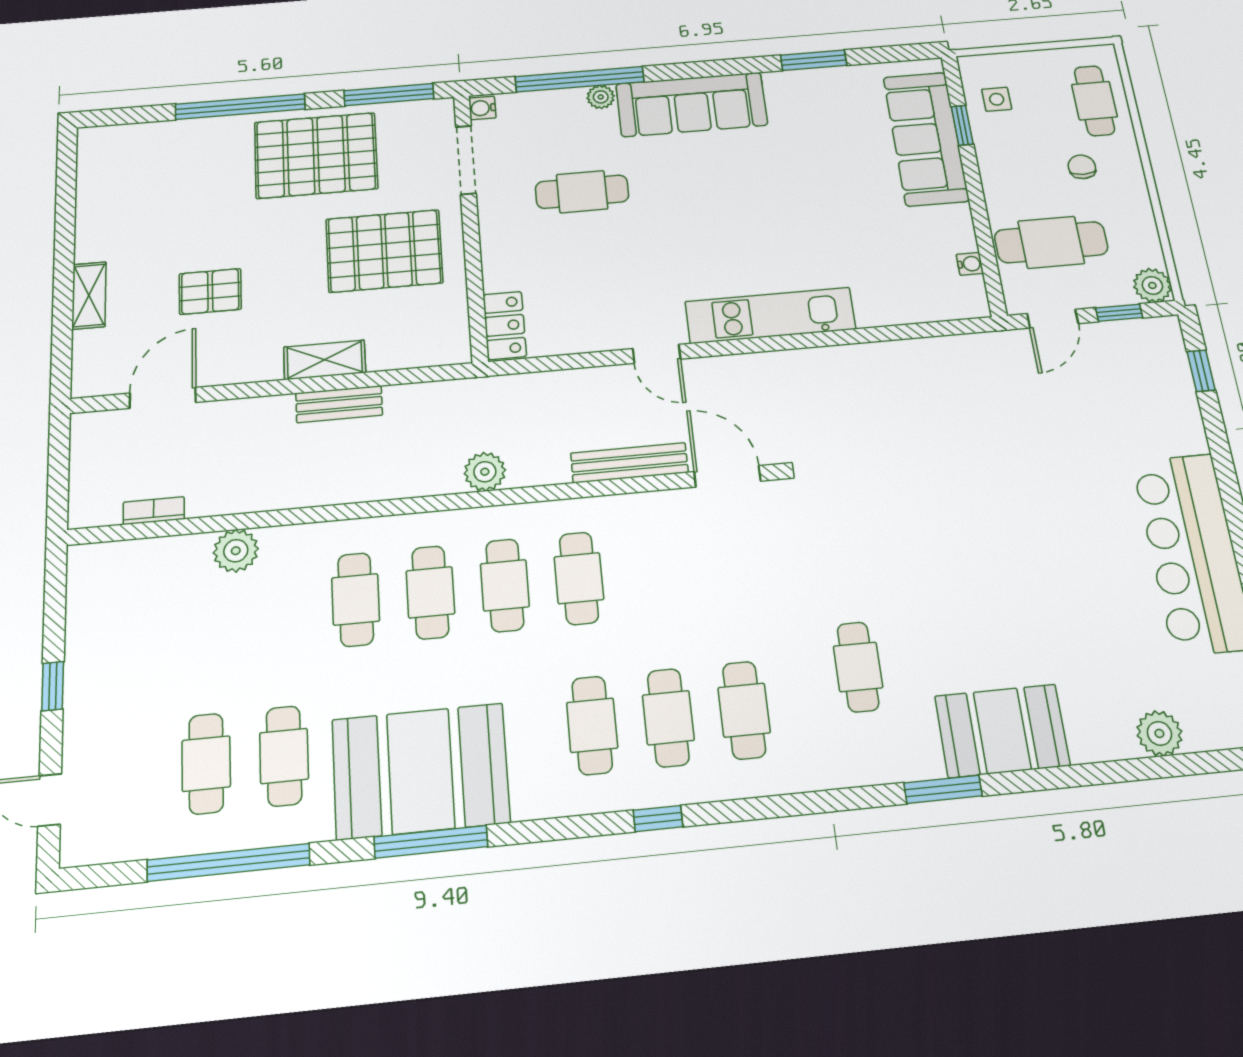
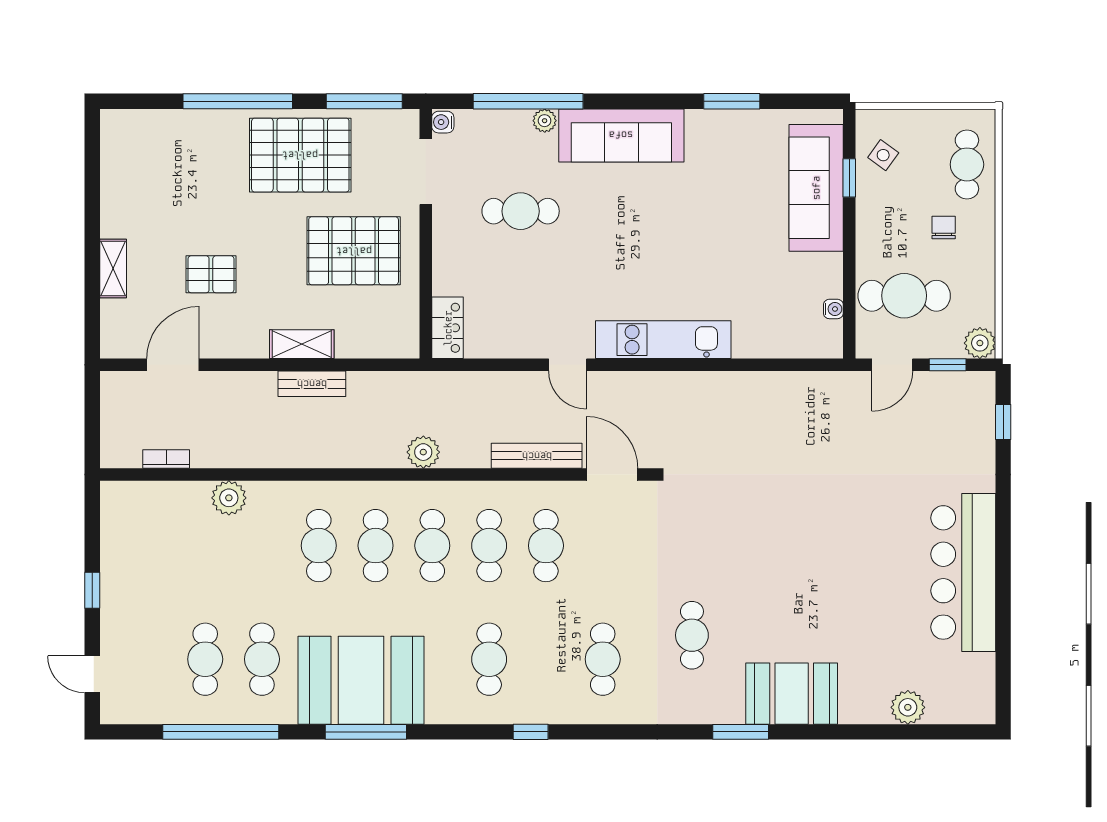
side table: (997, 99) -> (883, 155), turned 36
cafe table: (668, 718) -> (546, 546), moved

